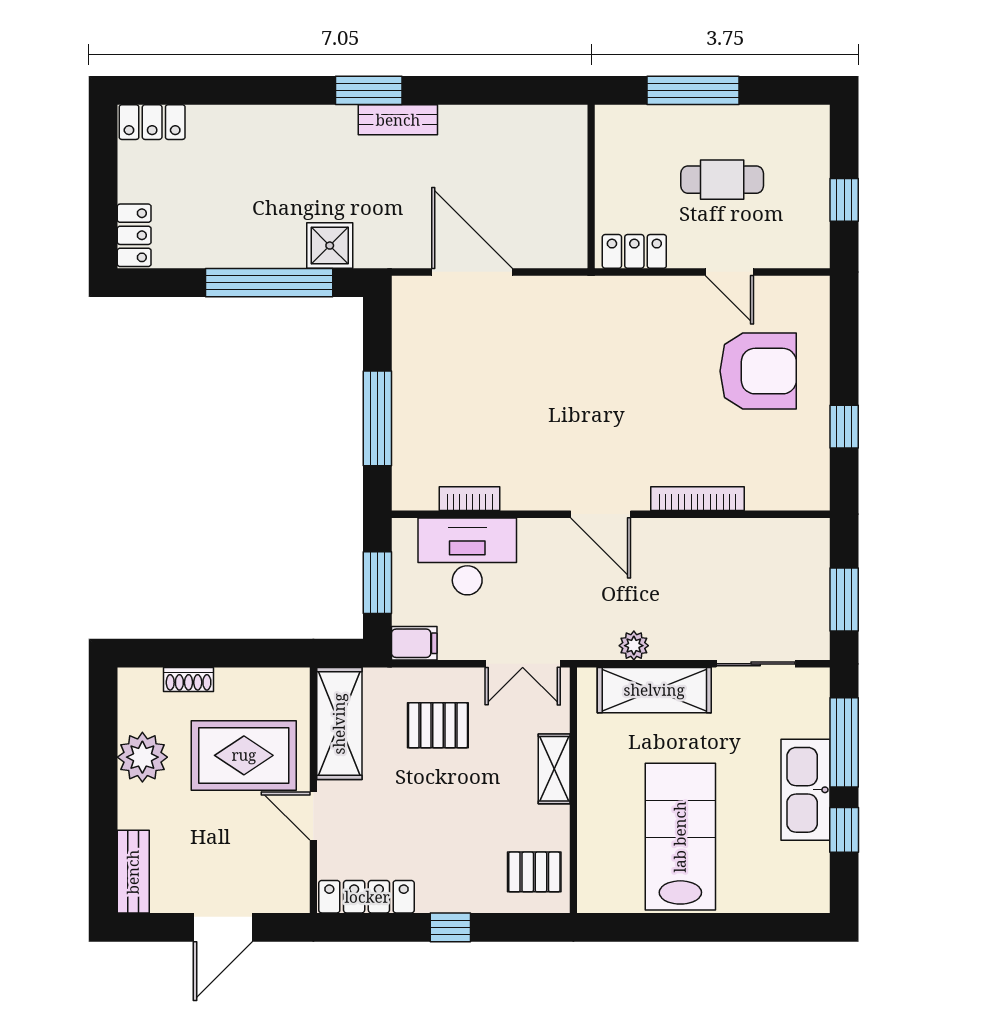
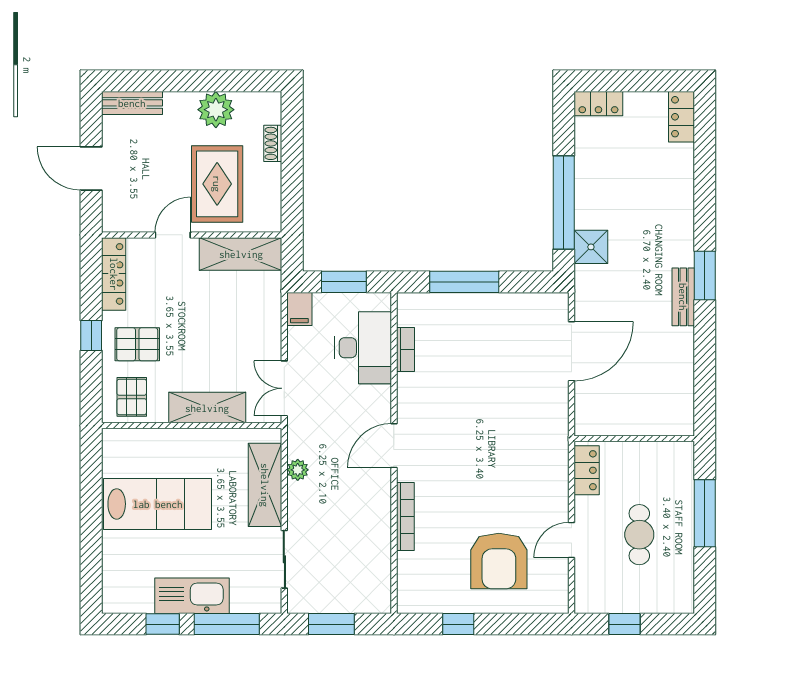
pallet: (438, 725) -> (137, 344), moved, turned 90
shelving: (554, 769) -> (207, 408), width x1.50, depth x1.33

